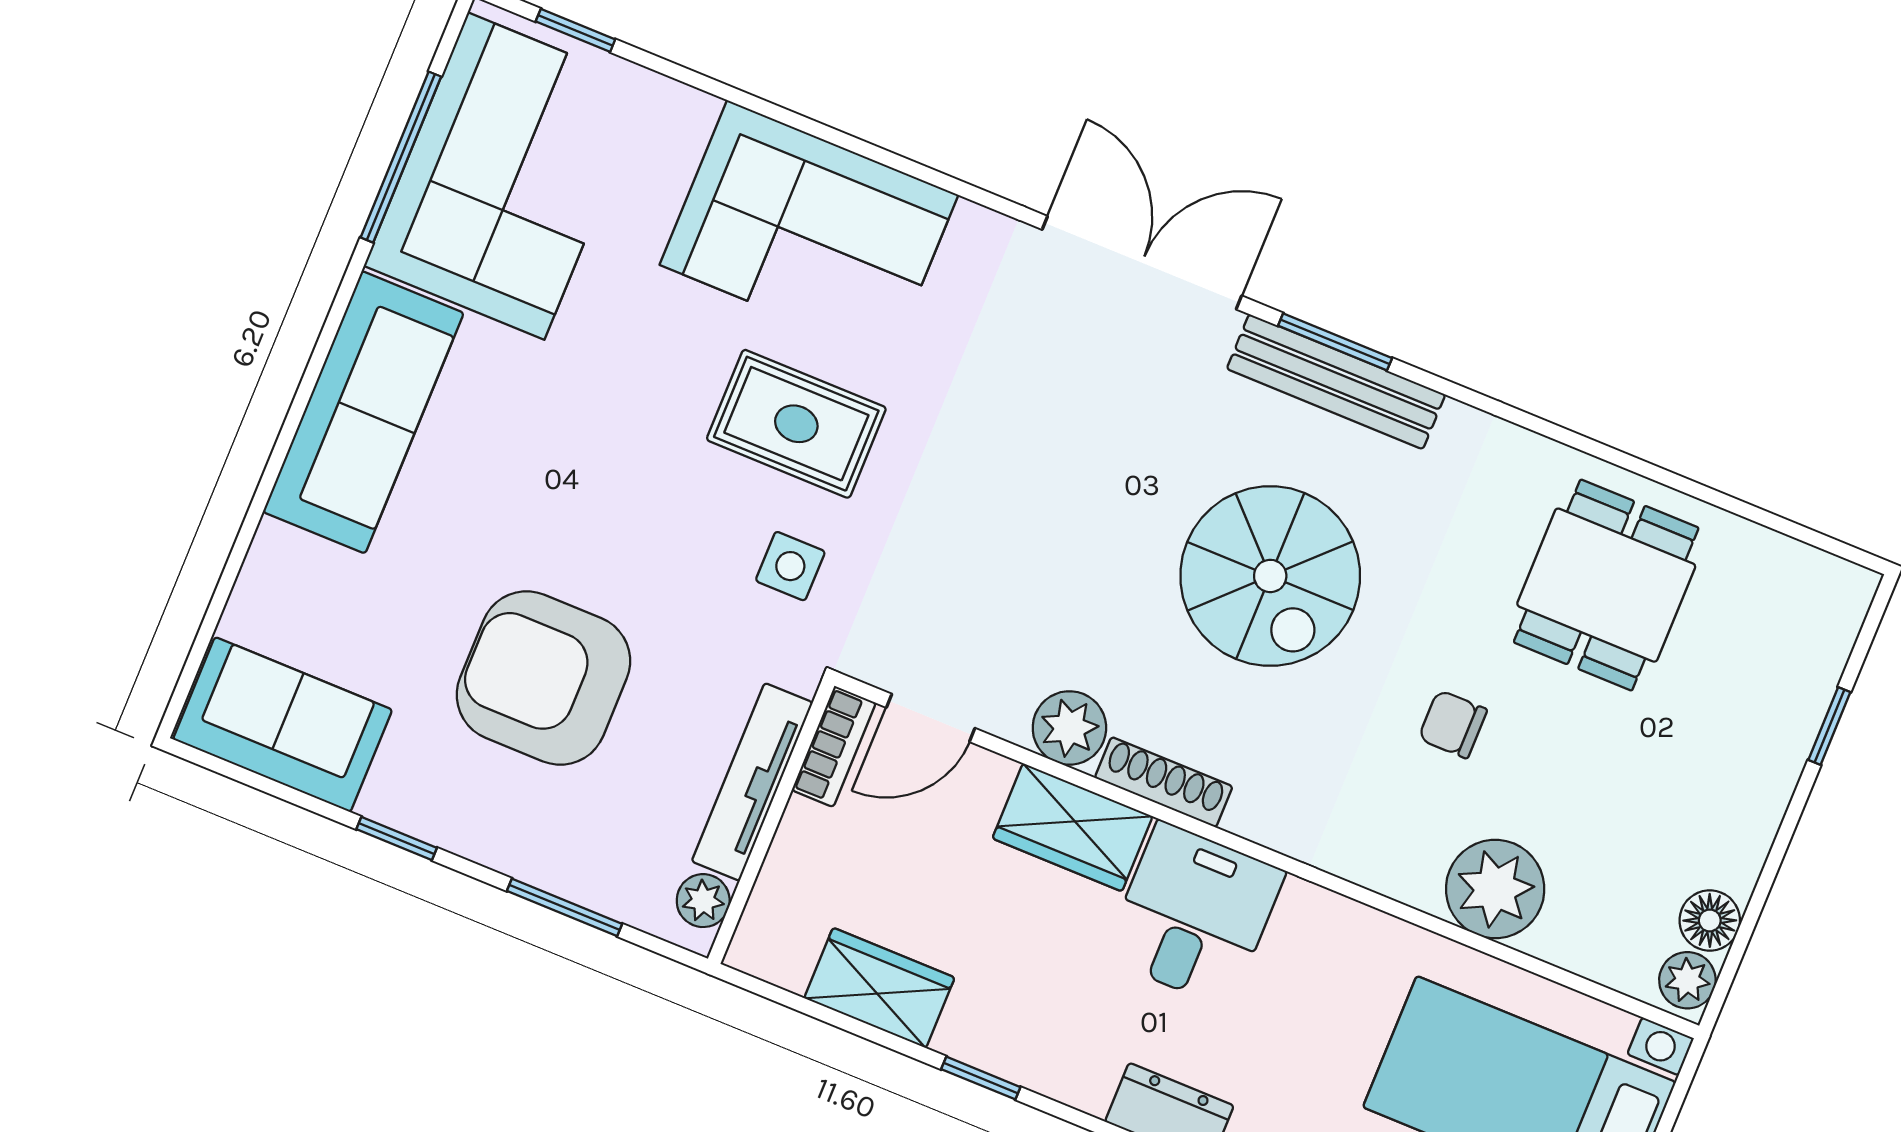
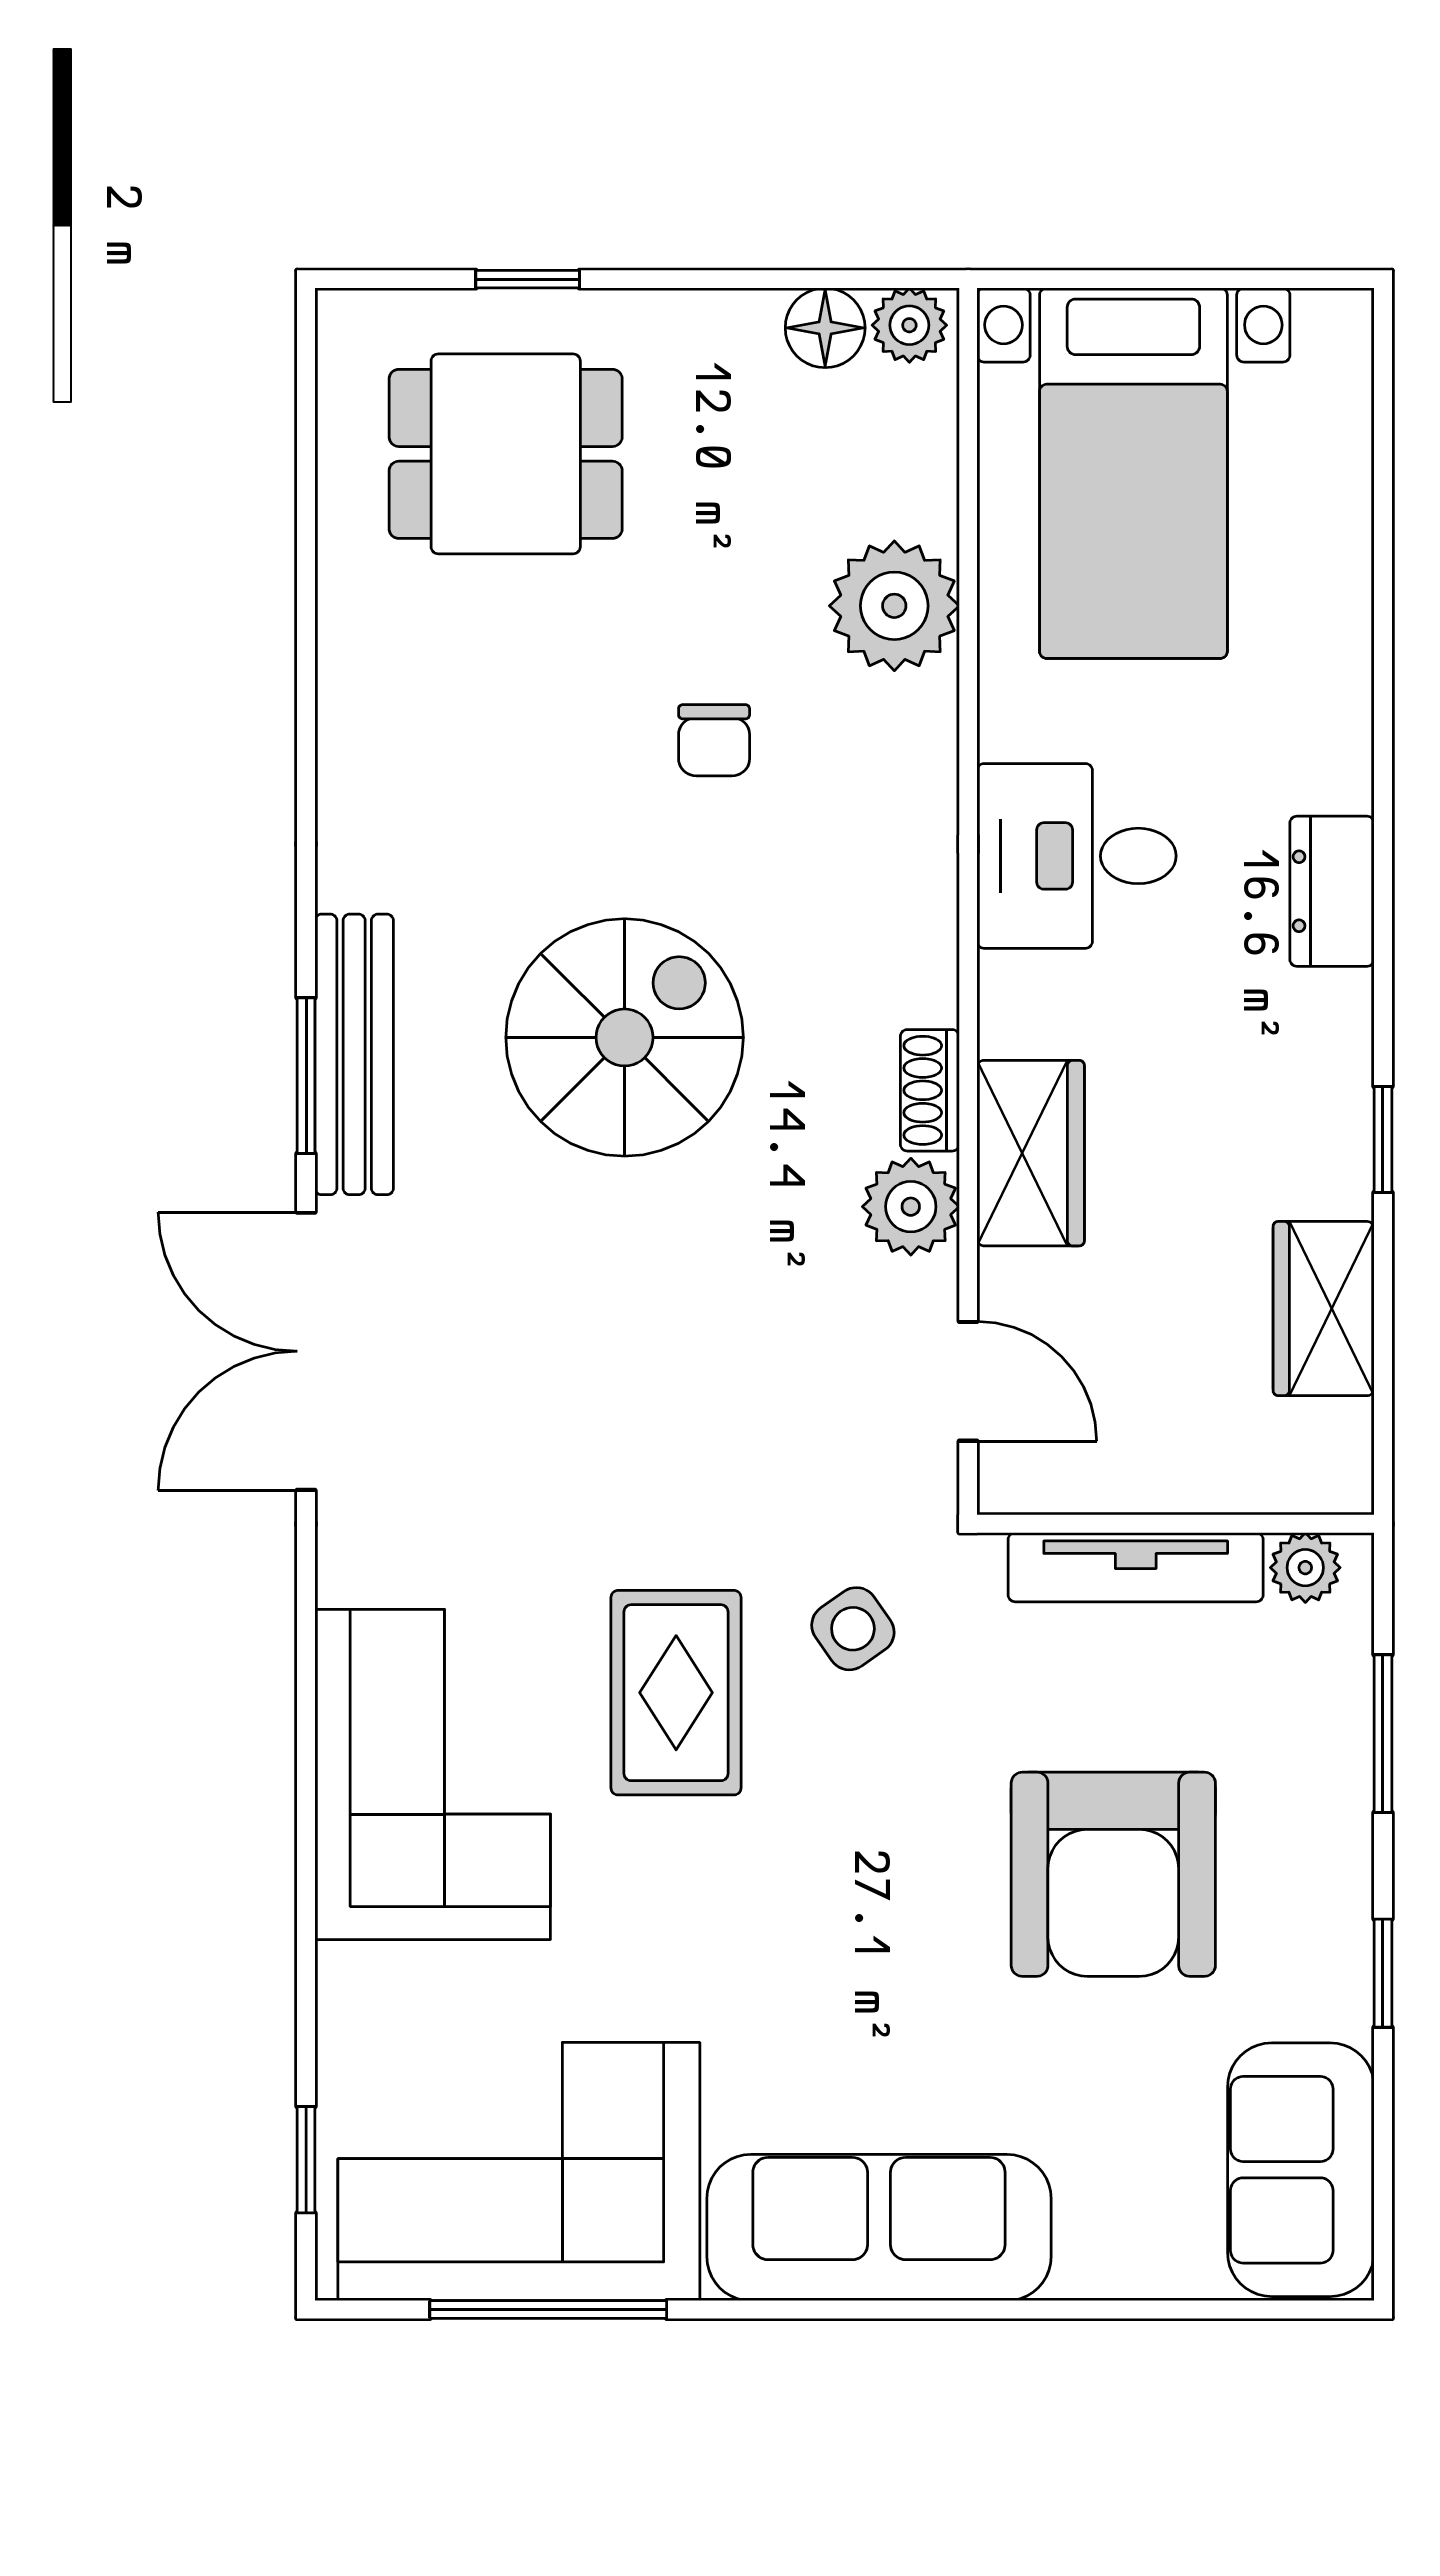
side table: (790, 566) -> (853, 1629), turned -35
dining table: (1606, 585) -> (506, 454), moved
bookcase: (834, 746) -> (1051, 1485), removed
shoe rack: (1164, 782) -> (930, 1090), width x0.70
desk: (1194, 915) -> (1077, 856), moved

